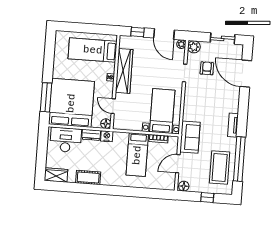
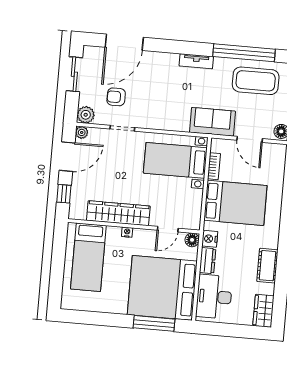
bed: (137, 155) -> (235, 203), width x1.50

